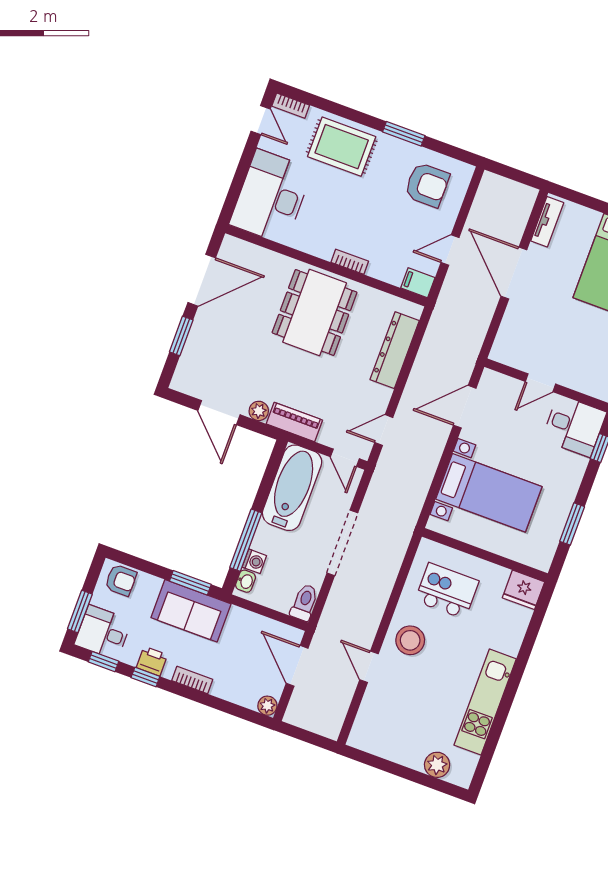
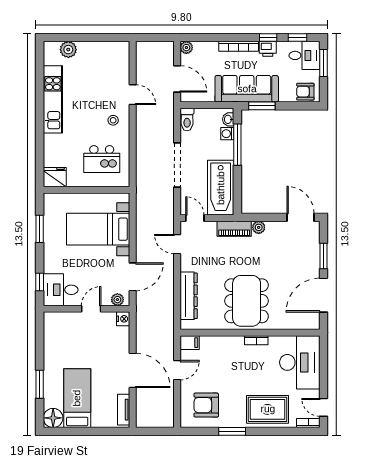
bookcase: (350, 262) -> (256, 340), moved
nightstand: (500, 352) -> (123, 319), added
plant: (498, 382) -> (117, 300), added
door: (219, 413) -> (301, 217), moved
door: (384, 430) -> (177, 244), swing flipped
sofa: (191, 611) -> (247, 89), width x1.36
stool: (410, 640) -> (113, 120), width x0.53, depth x0.53
bookcase: (192, 680) -> (239, 46), width x1.56

